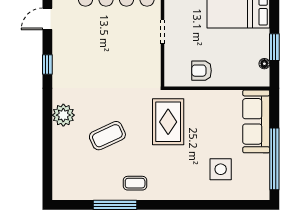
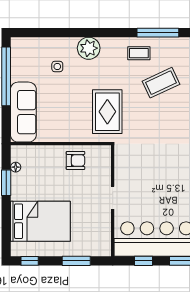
coffee table: (107, 136) -> (161, 83), moved
side table: (221, 169) -> (57, 67), width x0.54, depth x0.54
plant: (188, 188) -> (89, 48), added

